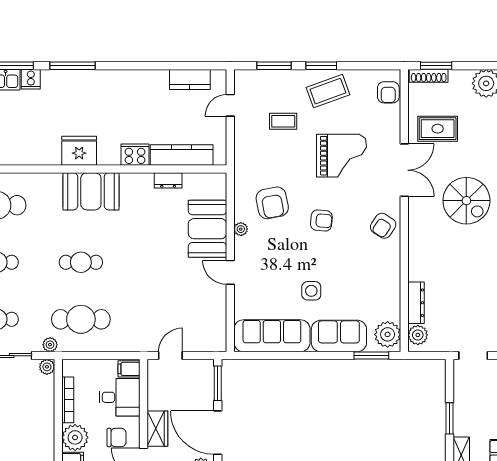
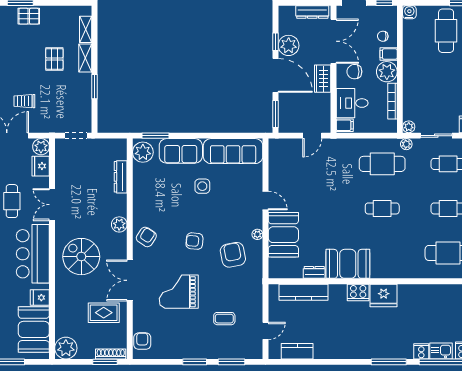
coffee table: (328, 91) -> (189, 342), removed
cooker: (135, 155) -> (358, 292), moved
booth: (91, 191) -> (348, 264), moved
plant: (418, 335) -> (119, 224), moved

